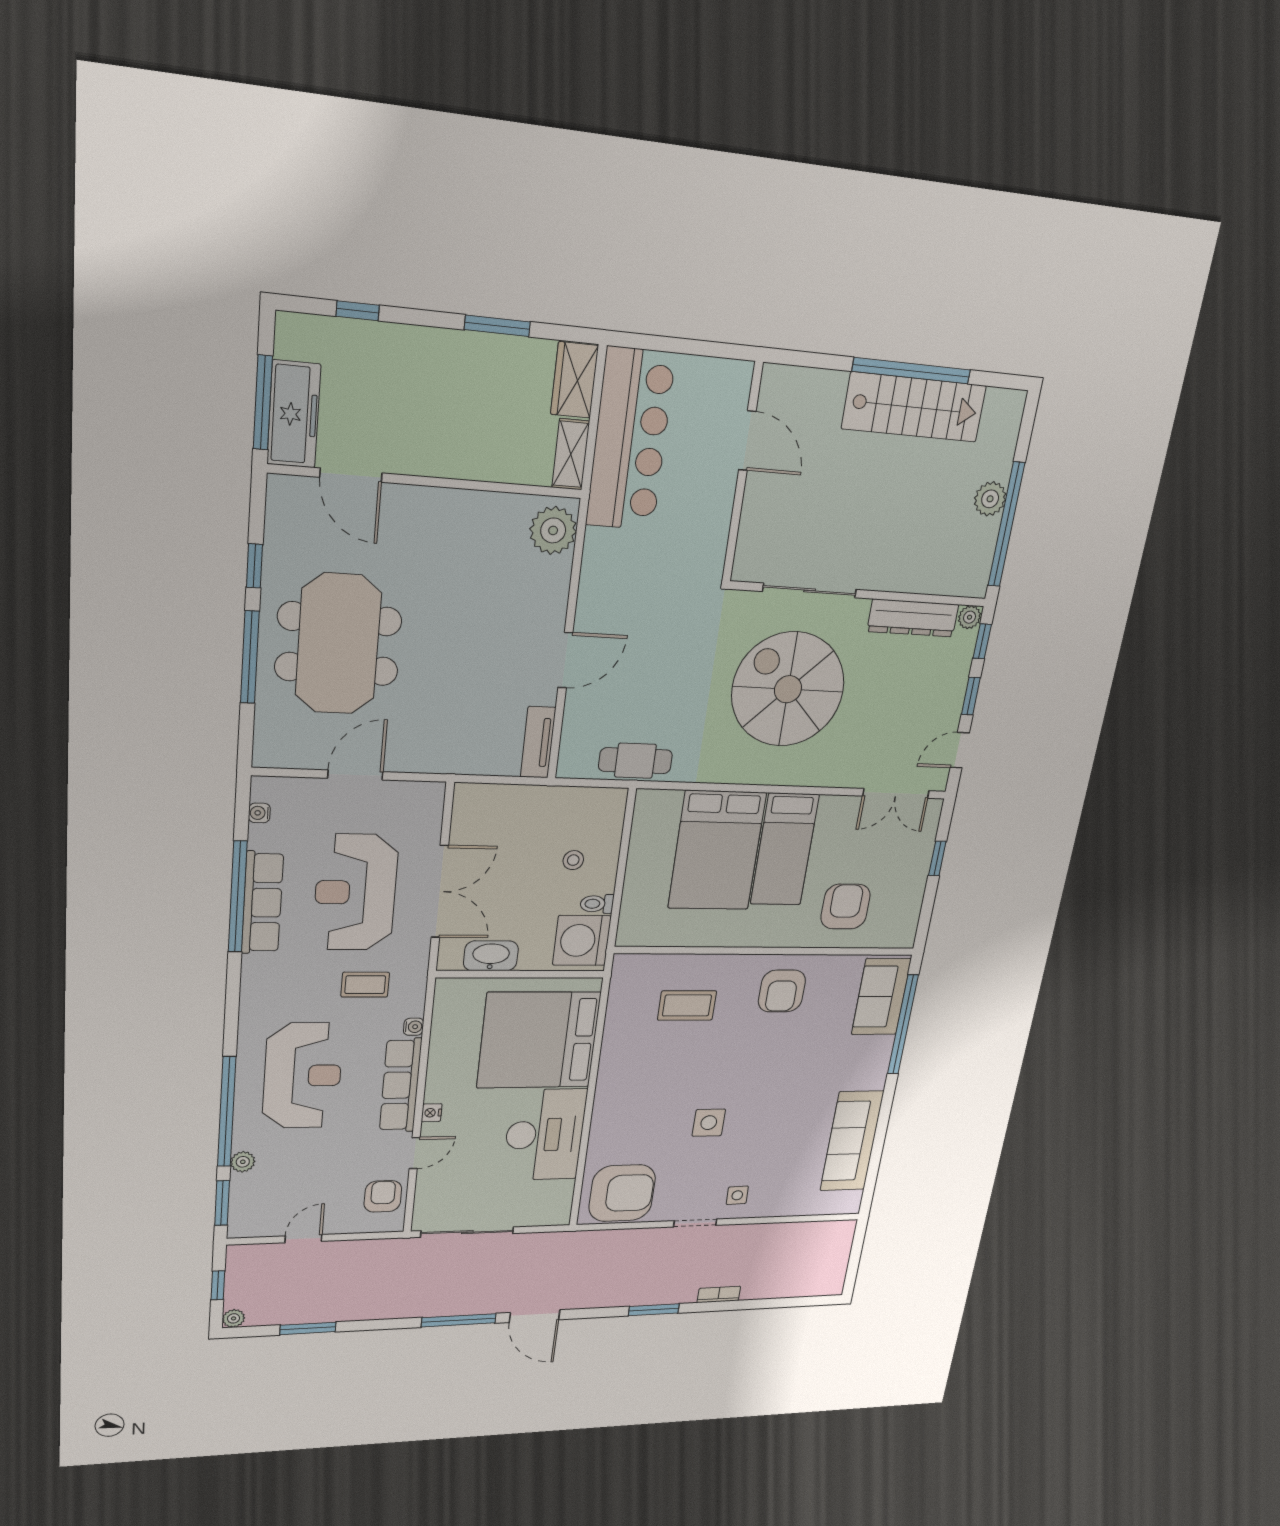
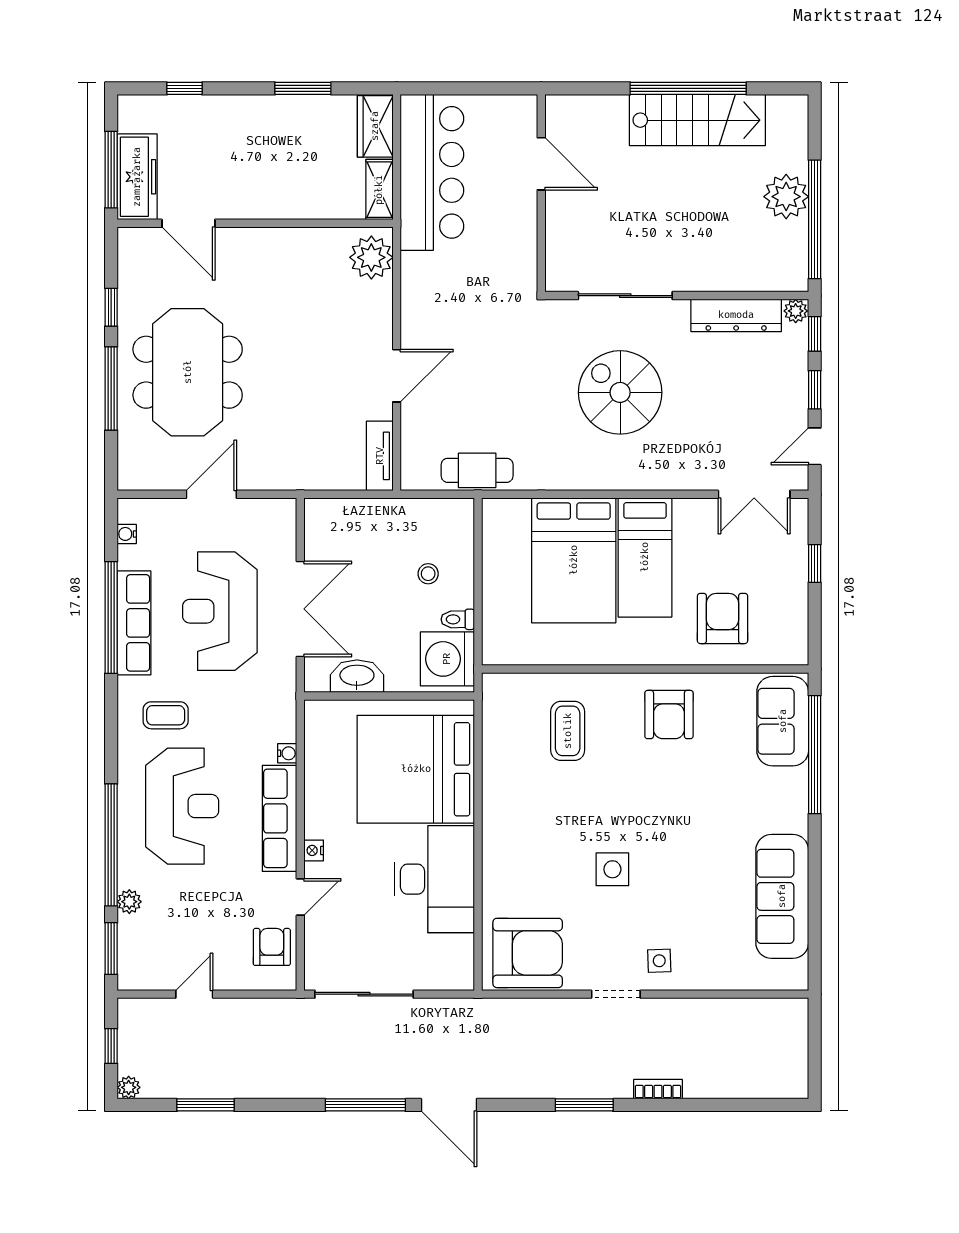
plant: (990, 499) -> (786, 197), width x1.36, depth x1.36
spiral stairs: (788, 689) -> (620, 392), width x0.73, depth x0.73
coffee table: (365, 985) -> (166, 715), moved
coffee table: (687, 1005) -> (568, 731), turned 90

